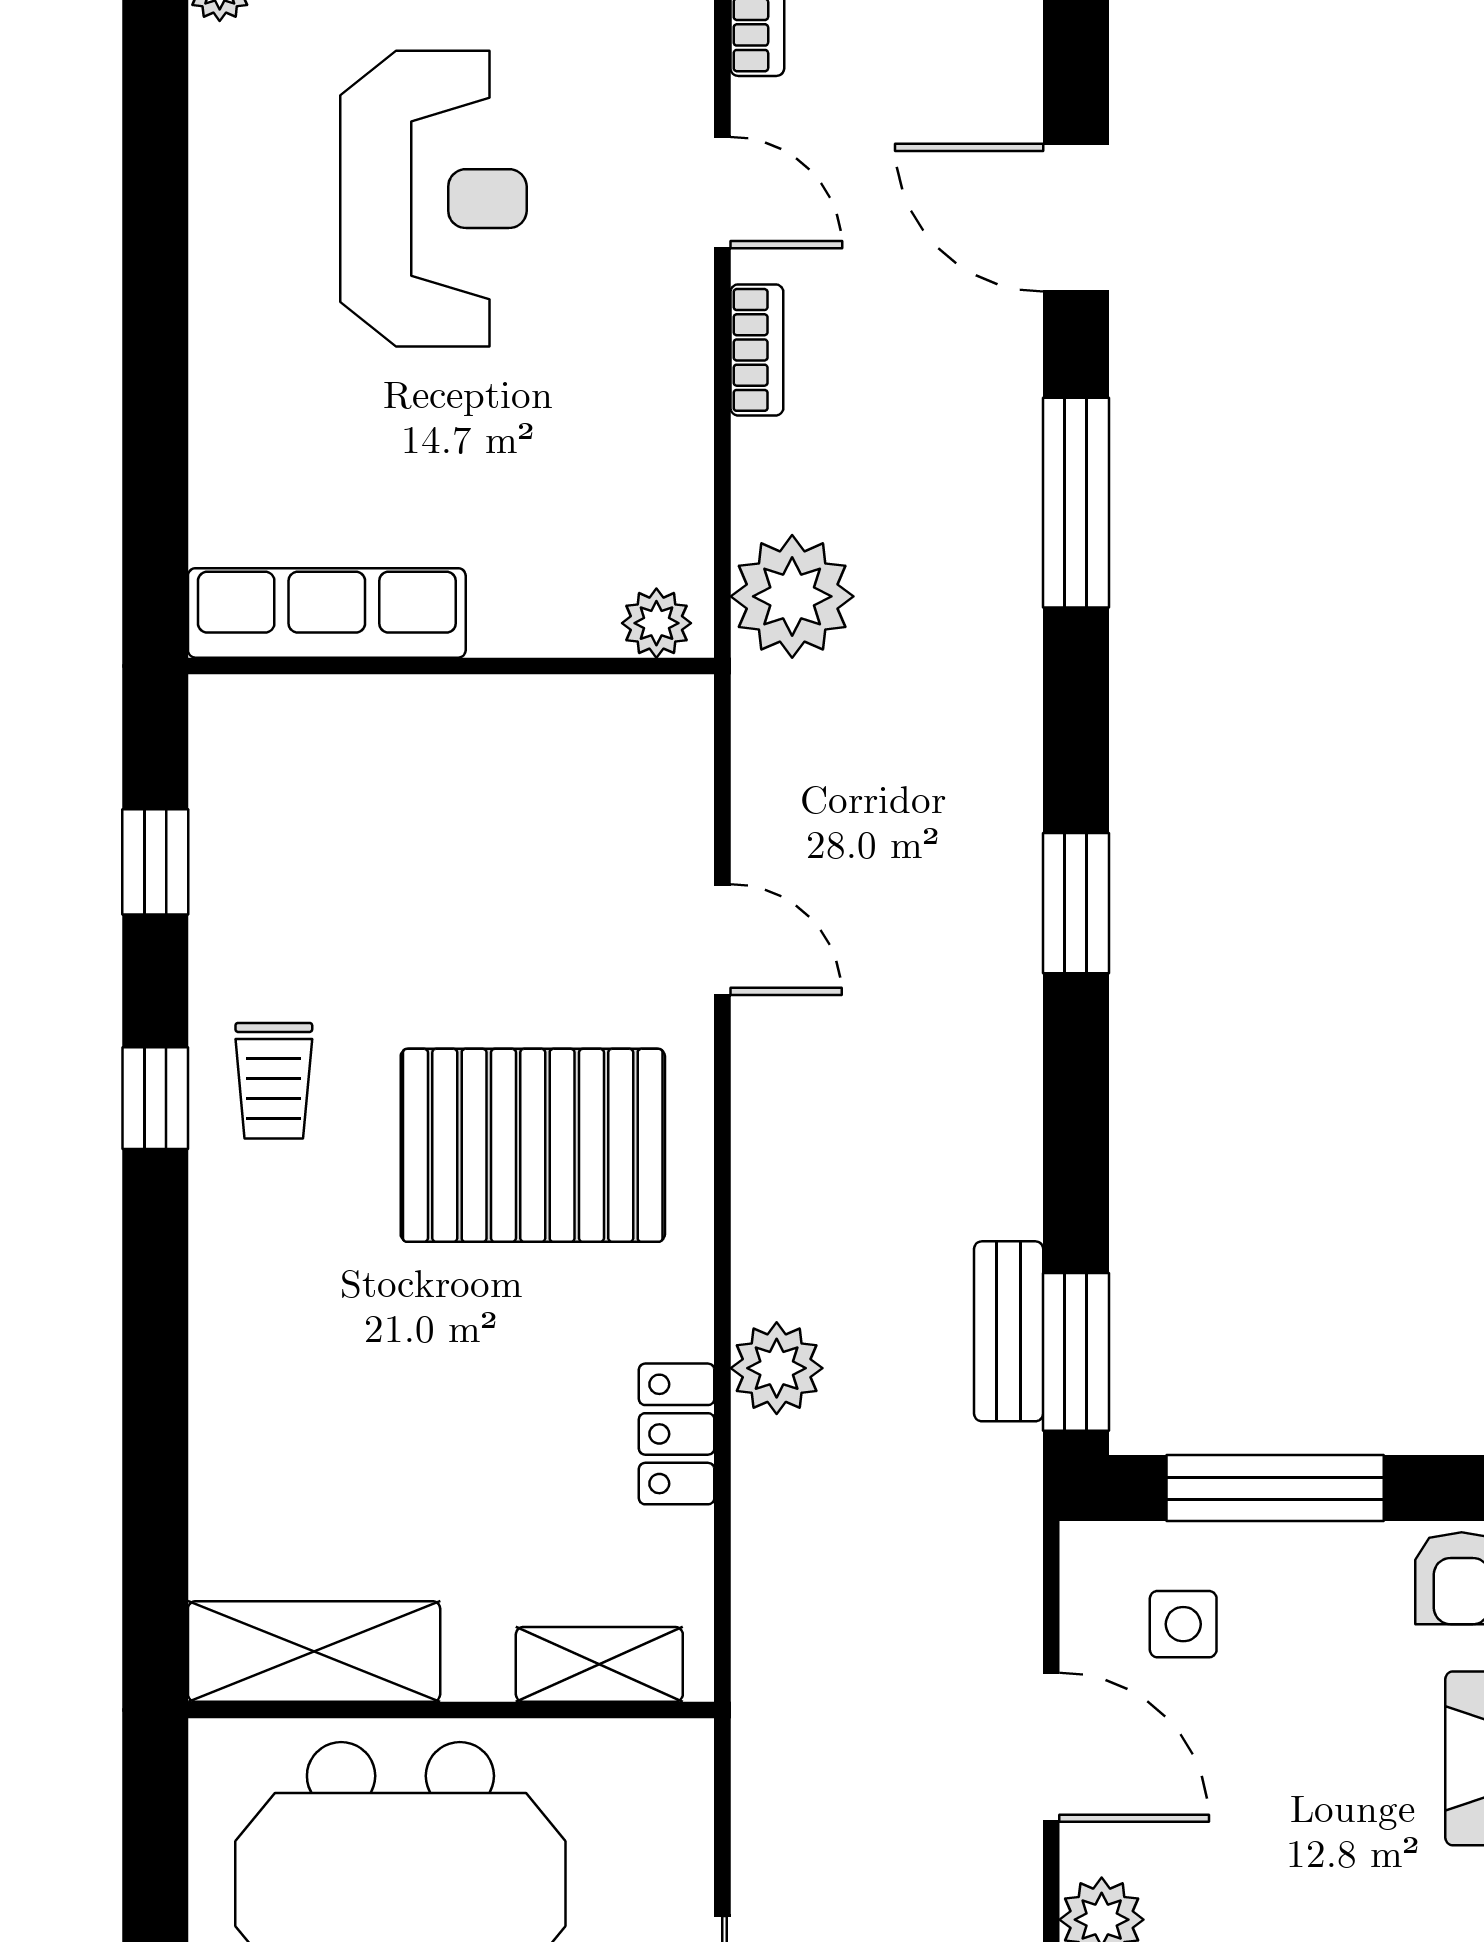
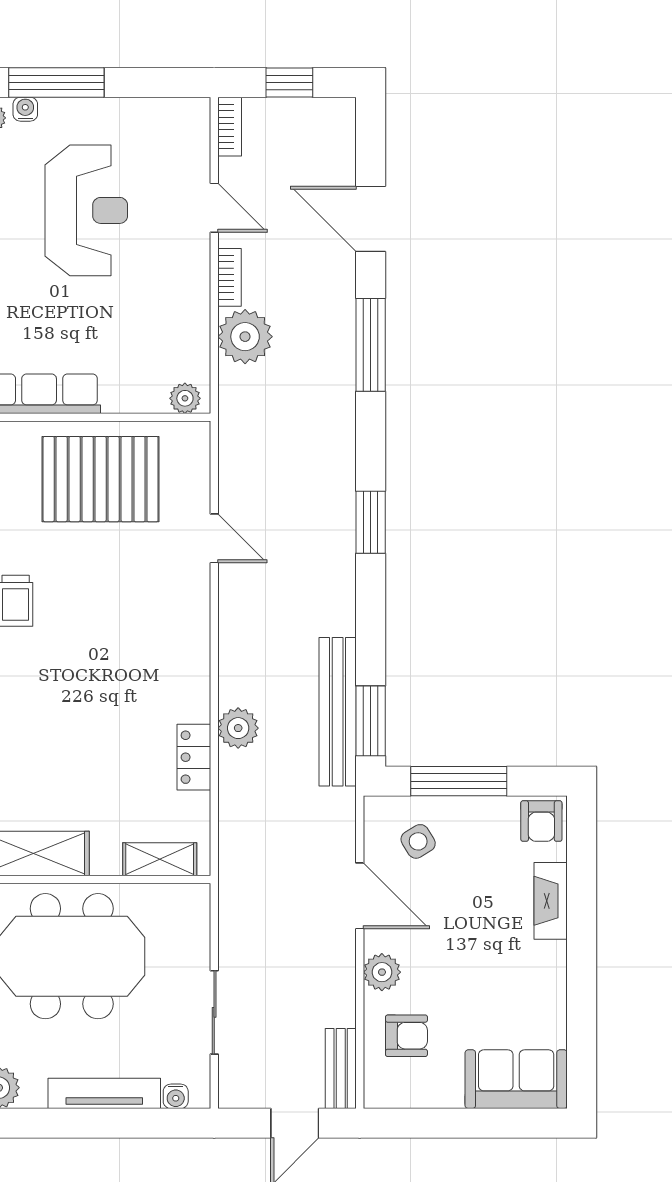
plant: (792, 596) -> (245, 337), moved
pallet: (533, 1145) -> (101, 479), moved
bench: (1009, 1331) -> (338, 712), width x1.86, depth x1.21
side table: (1183, 1624) -> (418, 841), turned -31

